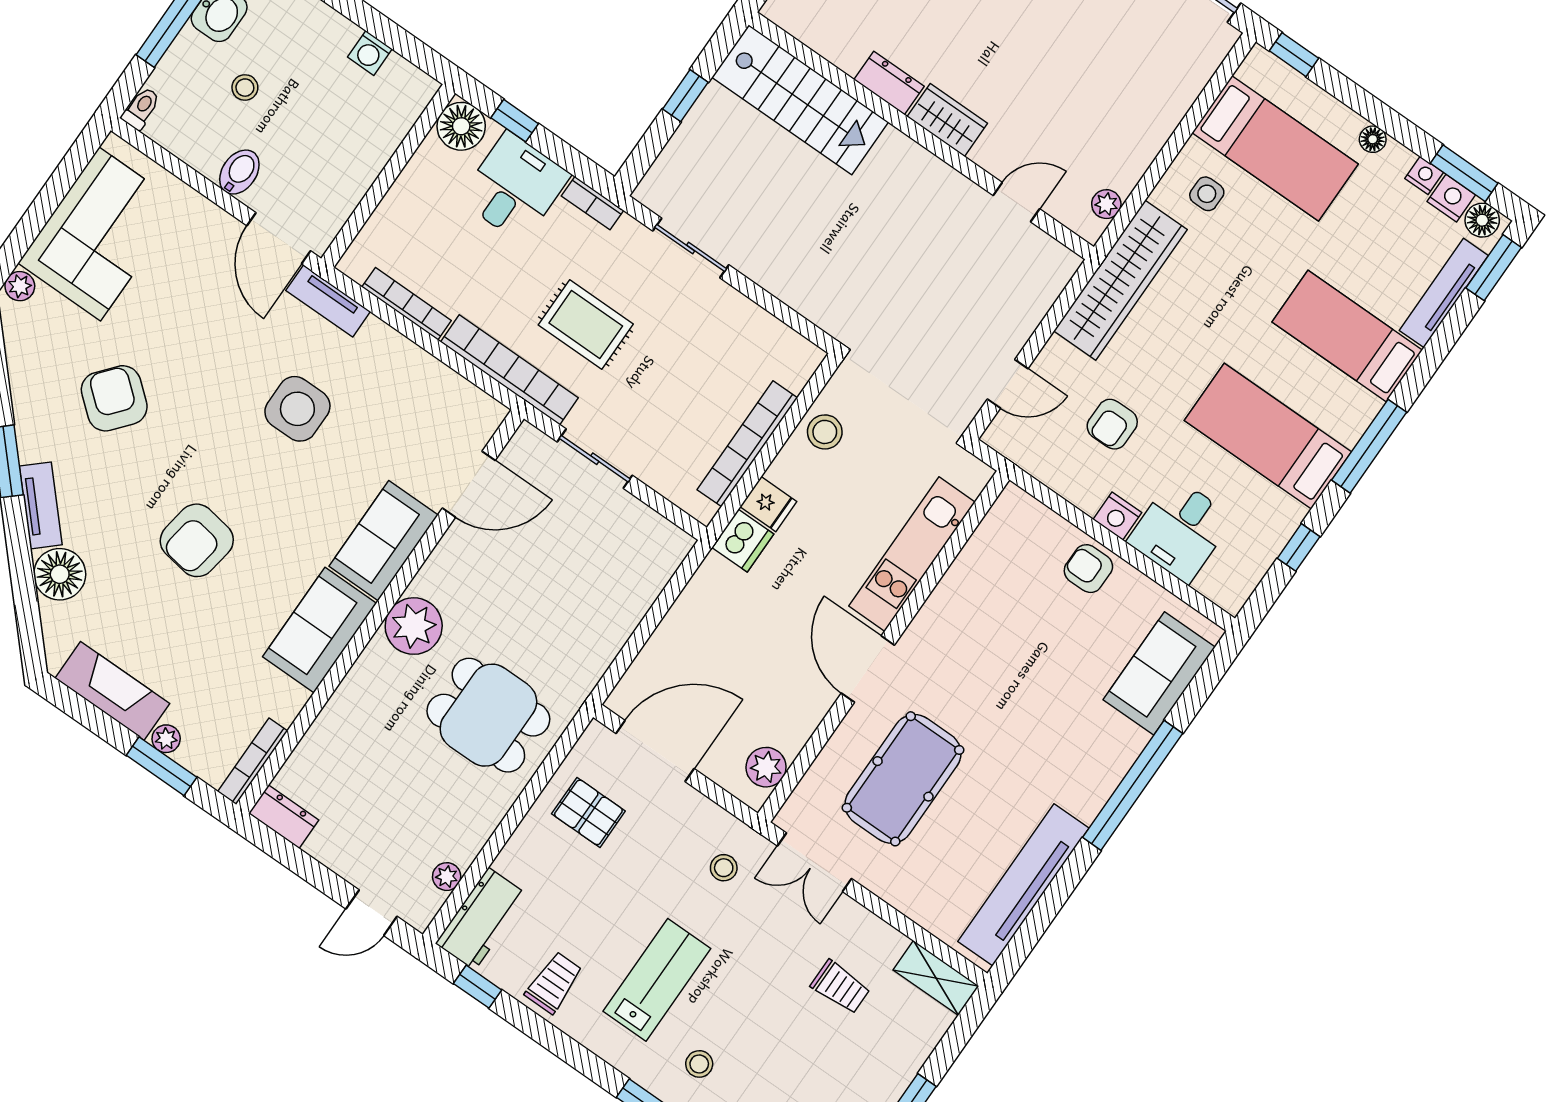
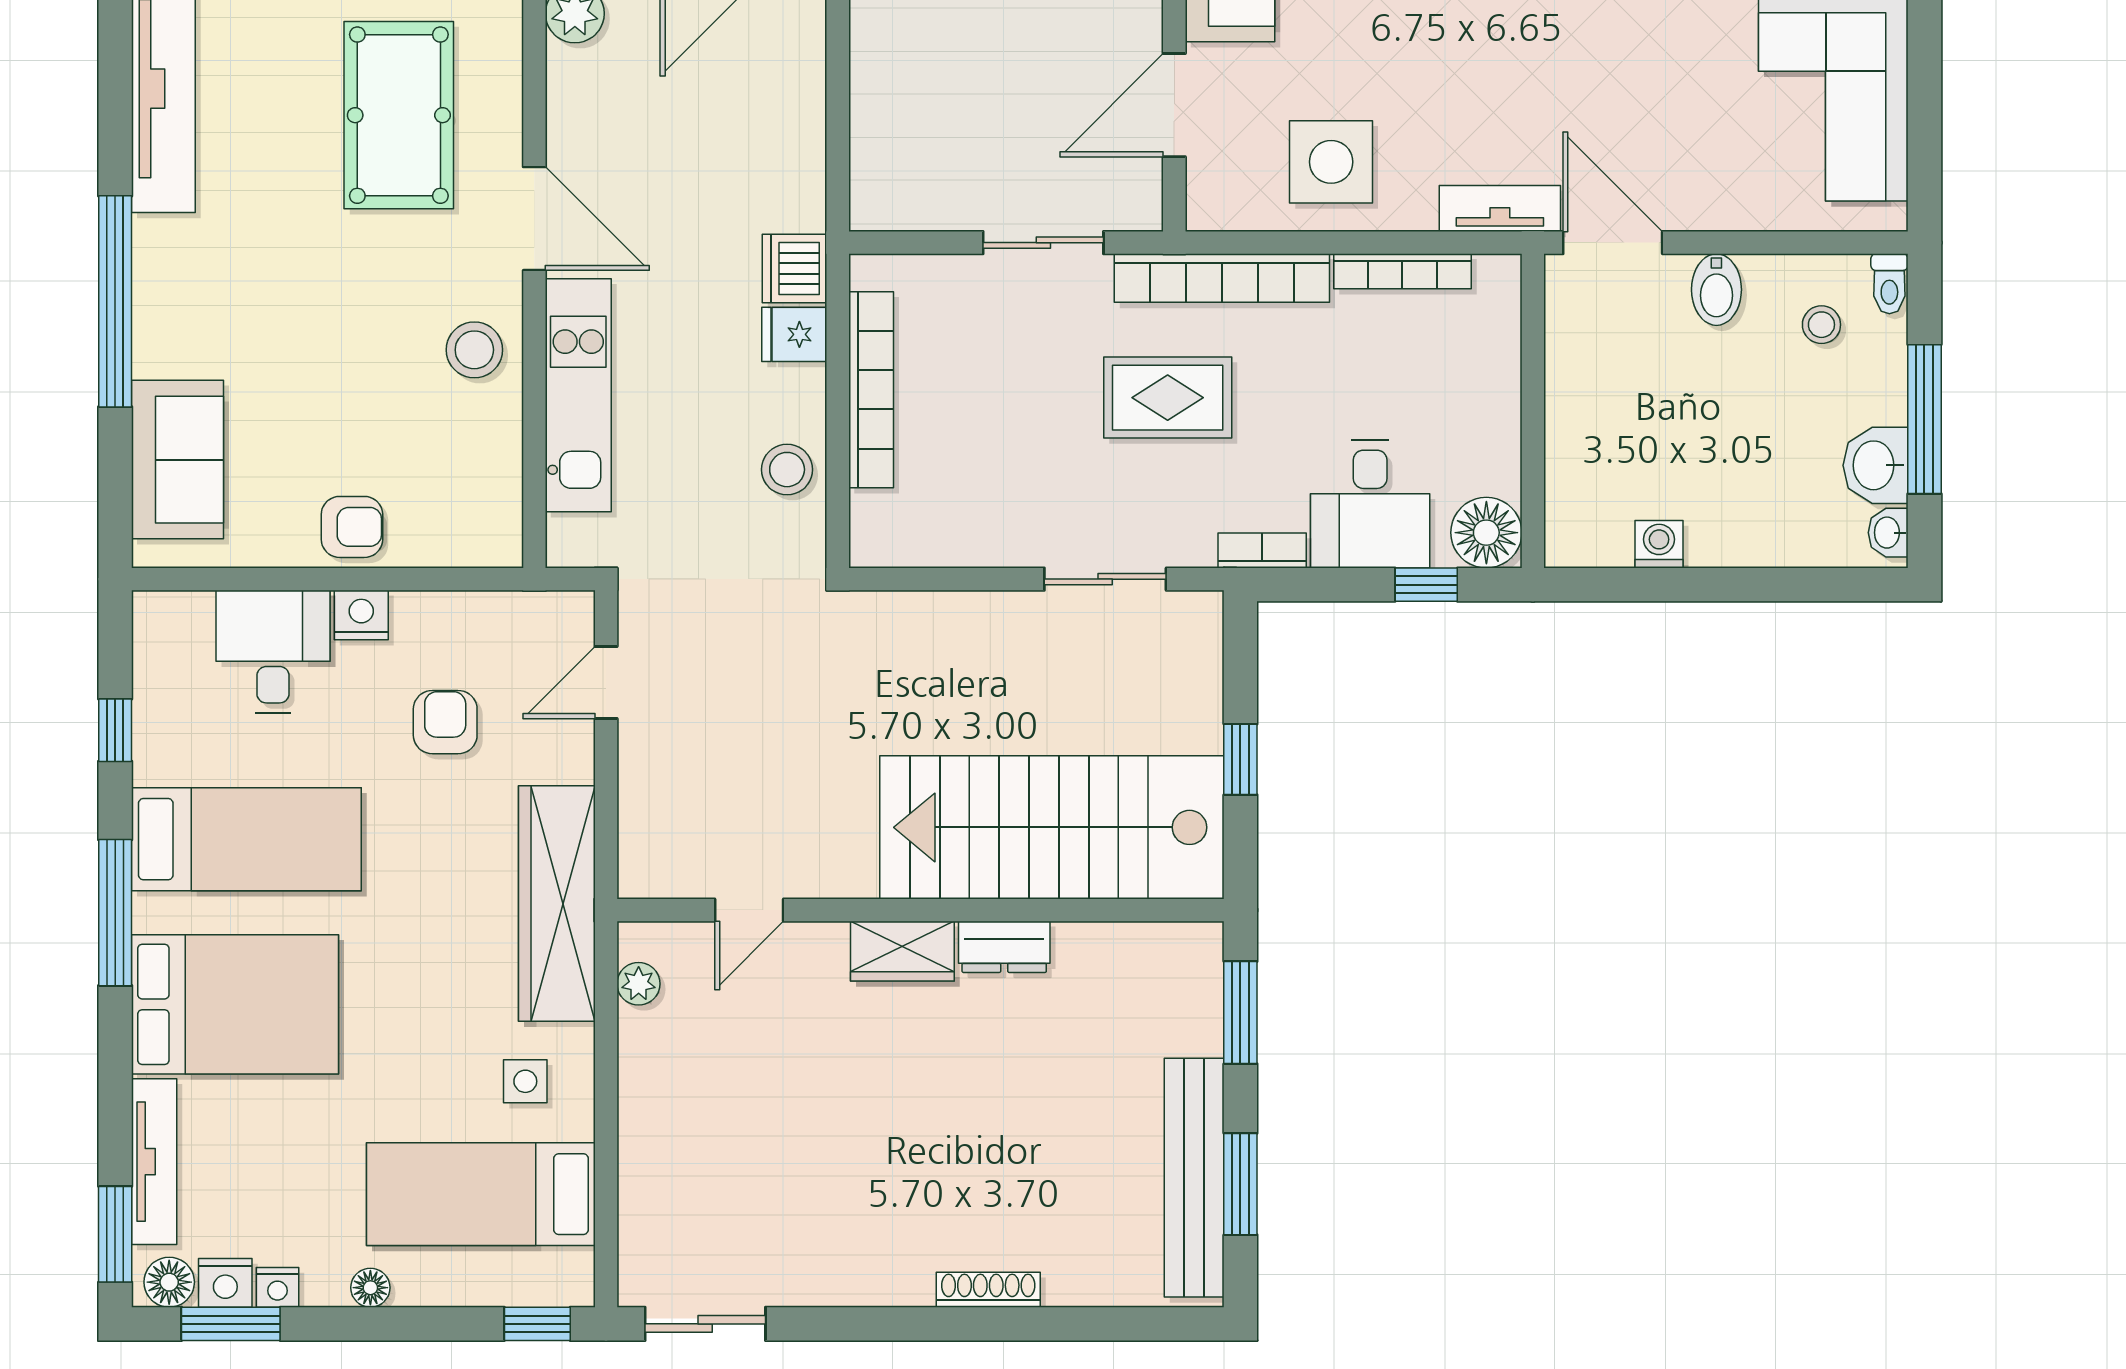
stool: (245, 88) -> (1821, 325), moved
stairs: (800, 100) -> (1052, 827), width x1.36, depth x1.51
bed: (1347, 336) -> (235, 1004), width x1.50
side table: (297, 409) -> (1331, 162), moved
stool: (952, 619) -> (474, 350), added

